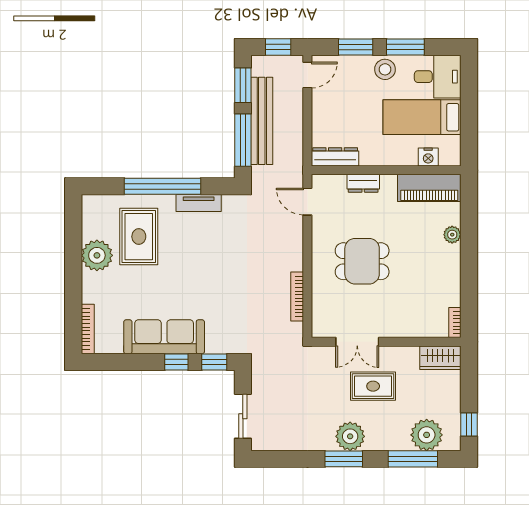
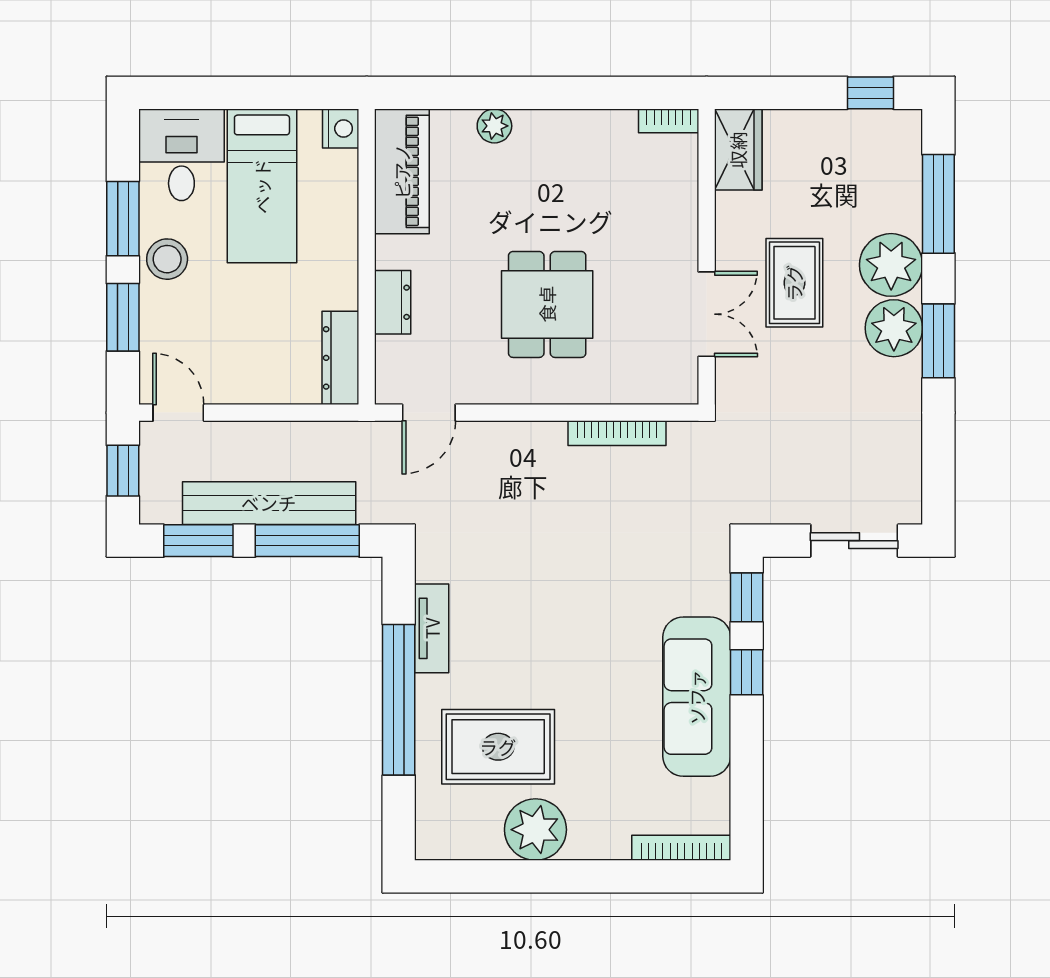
nightstand: (428, 157) -> (341, 128), moved
plant: (427, 435) -> (891, 265), moved

